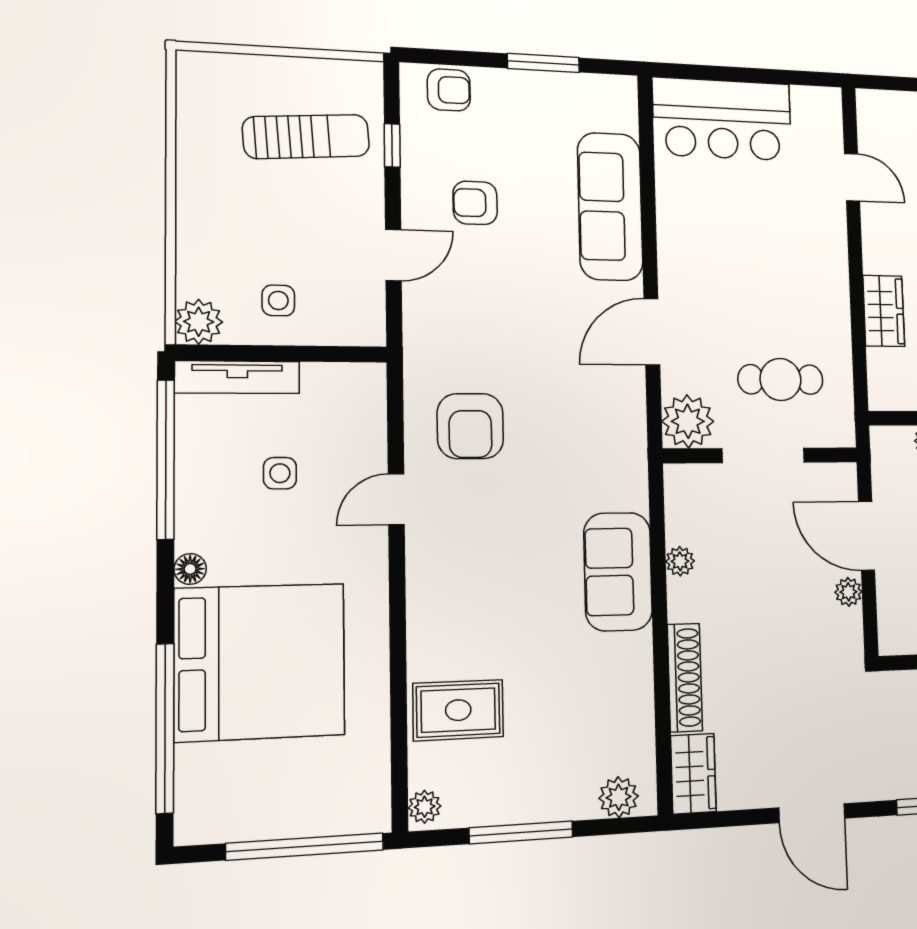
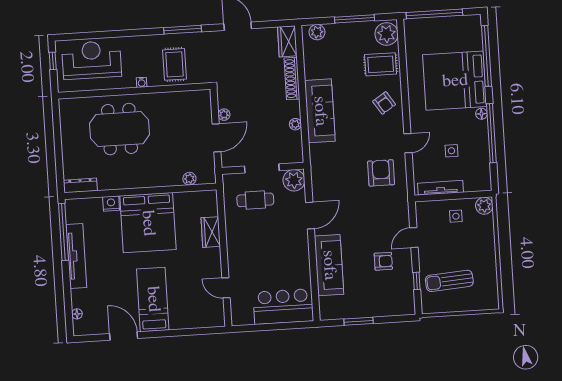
armchair: (449, 90) -> (384, 103), moved, turned -123
tv unit: (237, 377) -> (441, 188), moved
window: (166, 459) -> (491, 133), moved
door: (867, 536) -> (217, 138), hinge flipped
sofa: (618, 572) -> (320, 111), width x1.36
plant: (425, 807) -> (387, 34), width x1.87, depth x1.87

